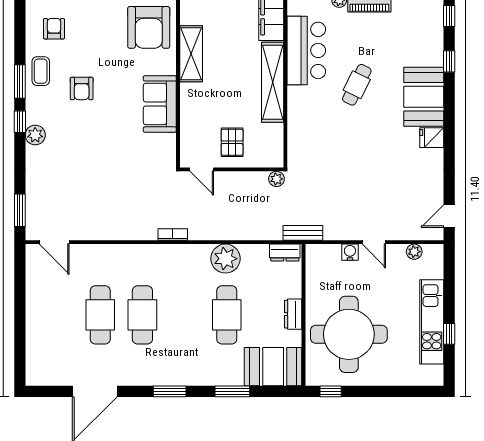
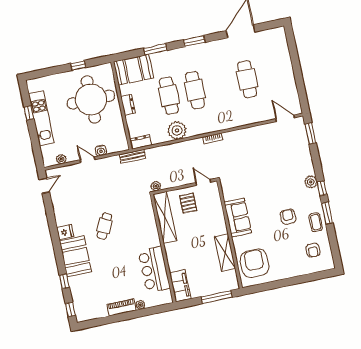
shelving: (273, 82) -> (165, 218), moved
cafe table: (357, 85) -> (104, 226), moved
cafe table: (142, 315) -> (195, 90), moved
window: (331, 391) -> (78, 65), moved

